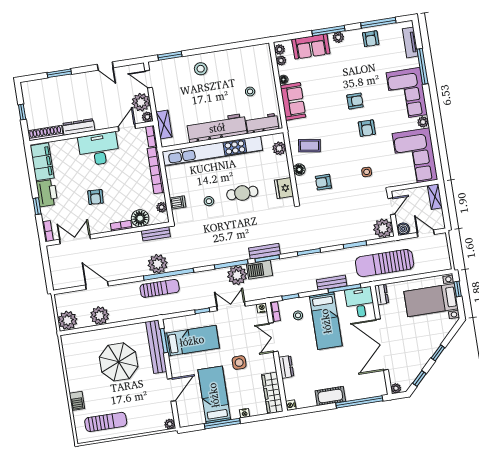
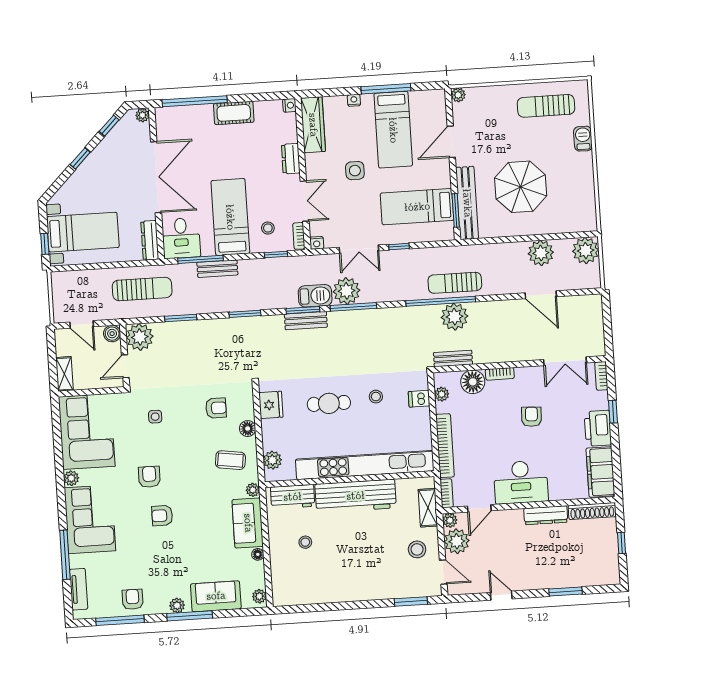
plant: (281, 61) -> (253, 490), moved
stool: (201, 69) -> (417, 549), moved
sun lounger: (385, 263) -> (142, 289), width x0.73, depth x0.75
dresser: (382, 294) -> (150, 240), width x1.44

